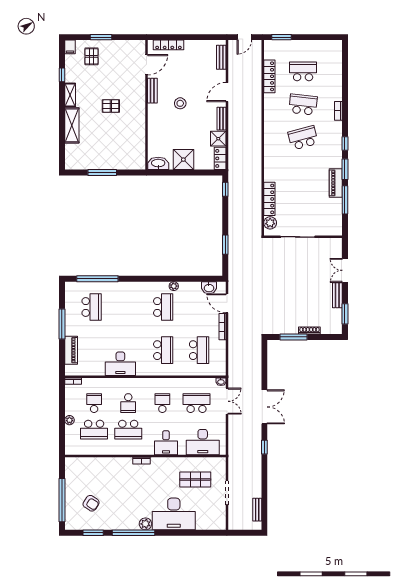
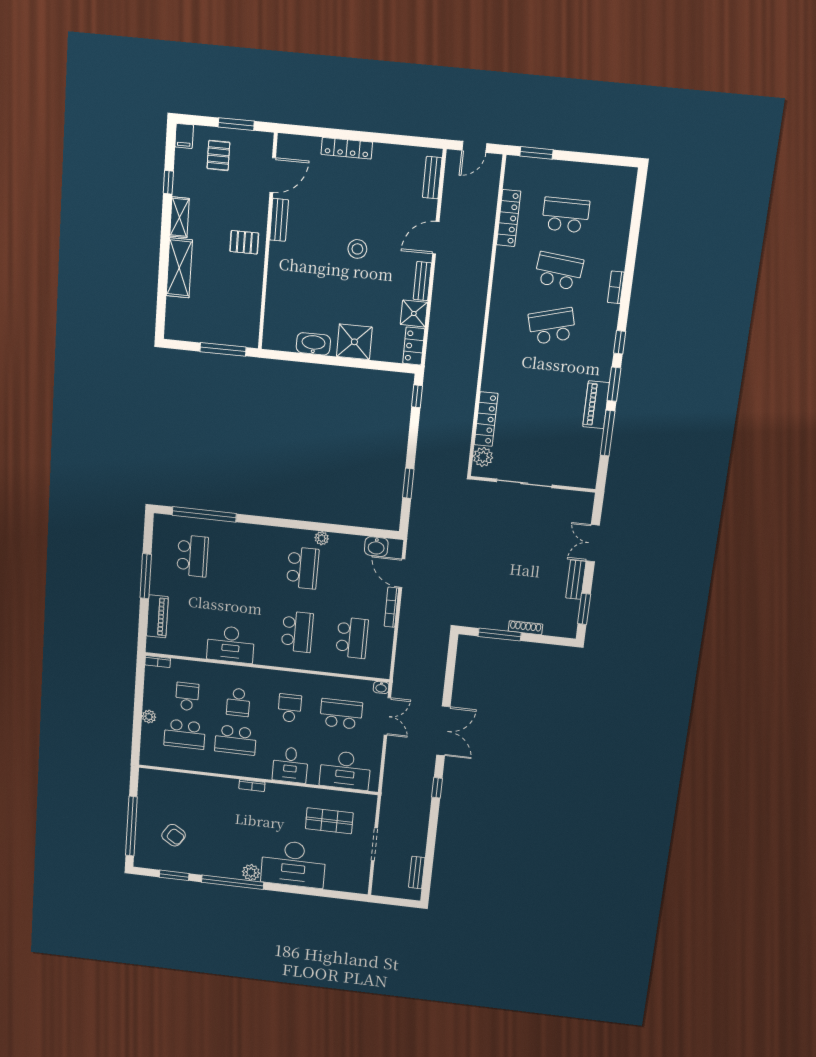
door: (146, 65) -> (273, 175), moved
bench: (152, 91) -> (279, 220), moved
wall: (146, 105) -> (268, 243), moved

